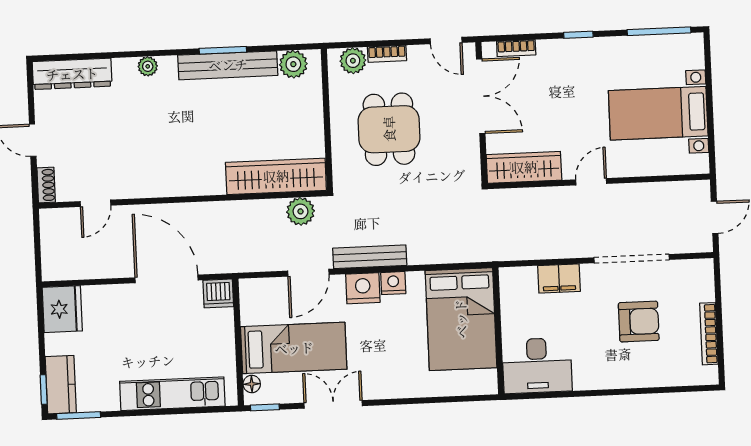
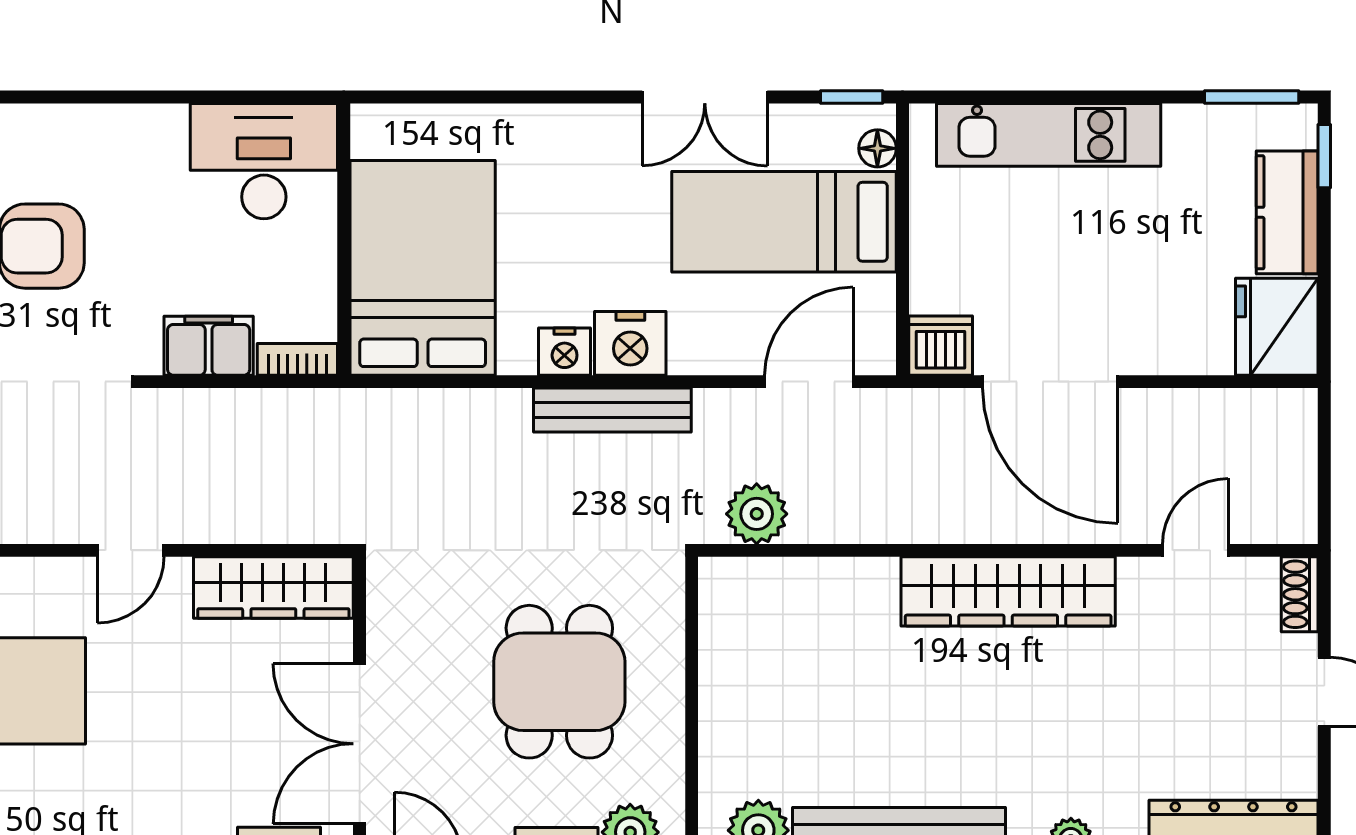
wardrobe: (276, 176) -> (1008, 591), moved
door: (308, 273) -> (809, 382), moved
bookcase: (517, 274) -> (297, 359), added
kitchen counter: (61, 385) -> (1287, 212), moved

